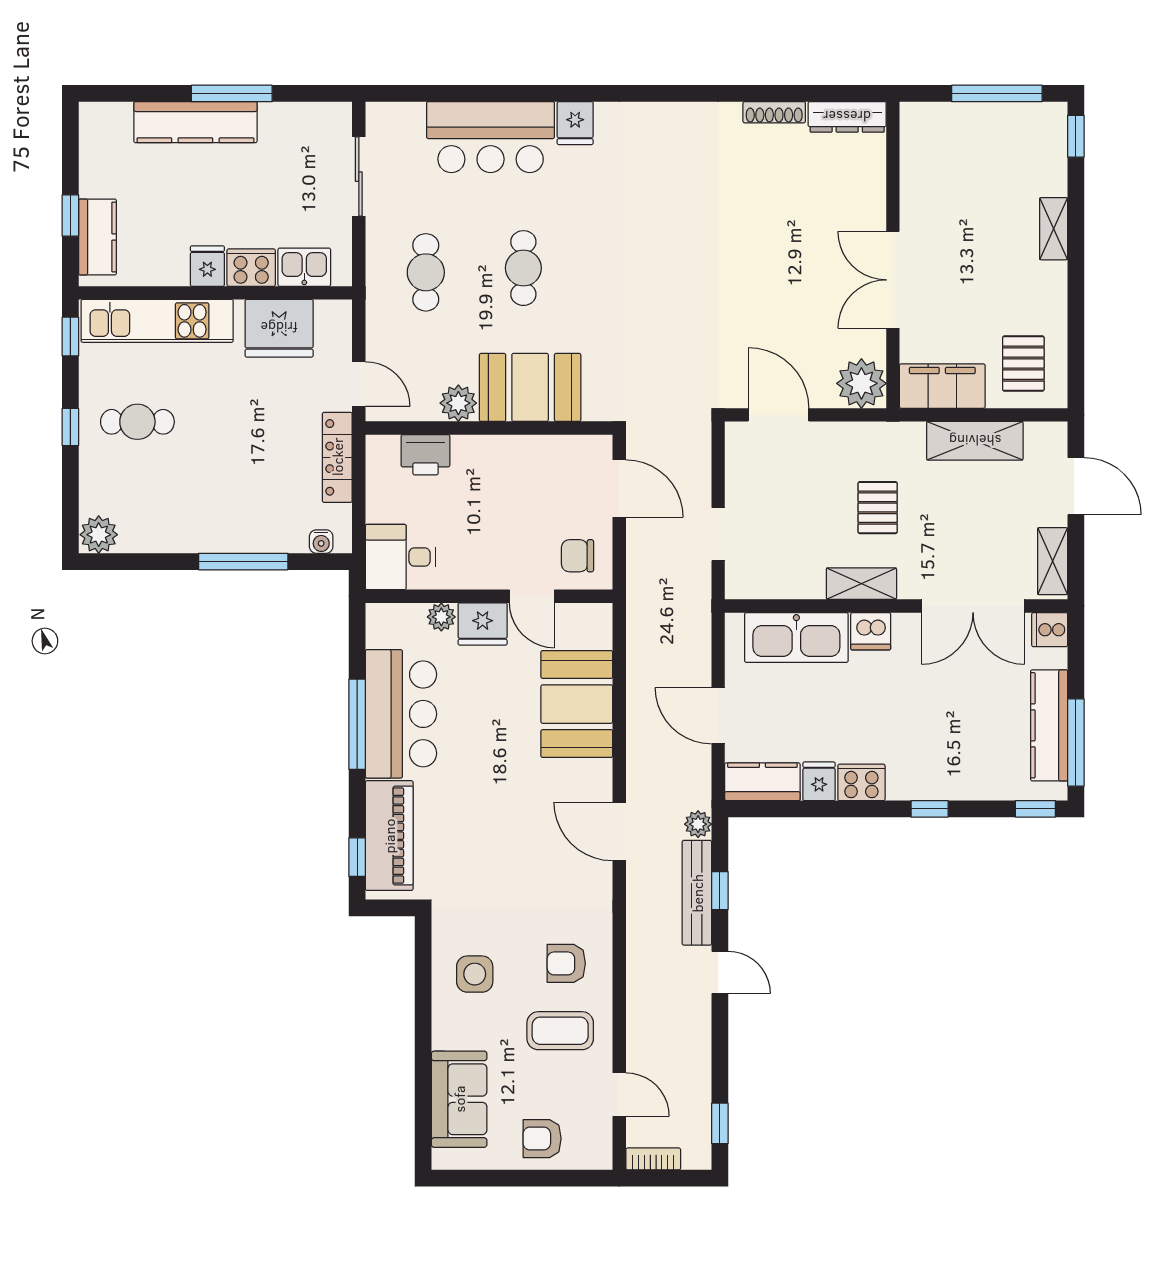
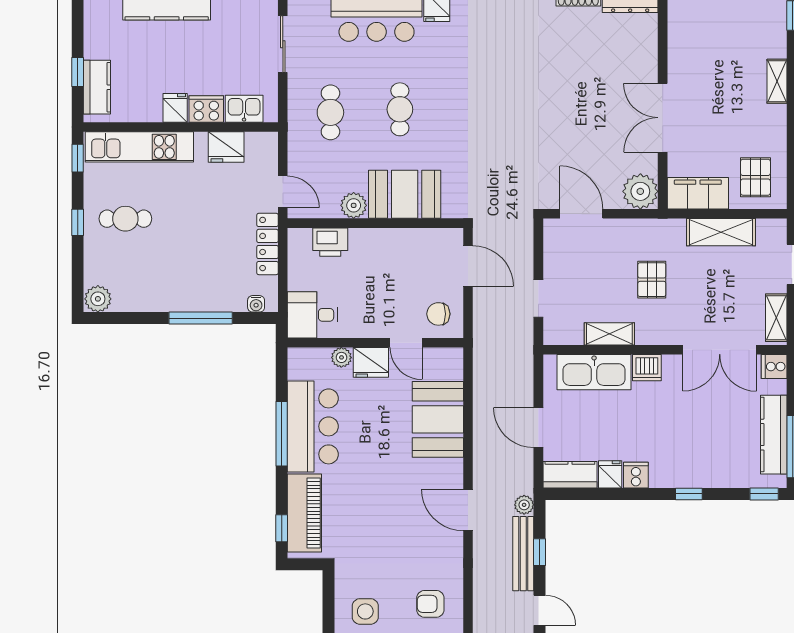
fridge: (279, 328) -> (226, 147), width x0.73, depth x0.75
shelving: (861, 584) -> (609, 334), moved
cooker: (861, 782) -> (636, 475), width x0.73

